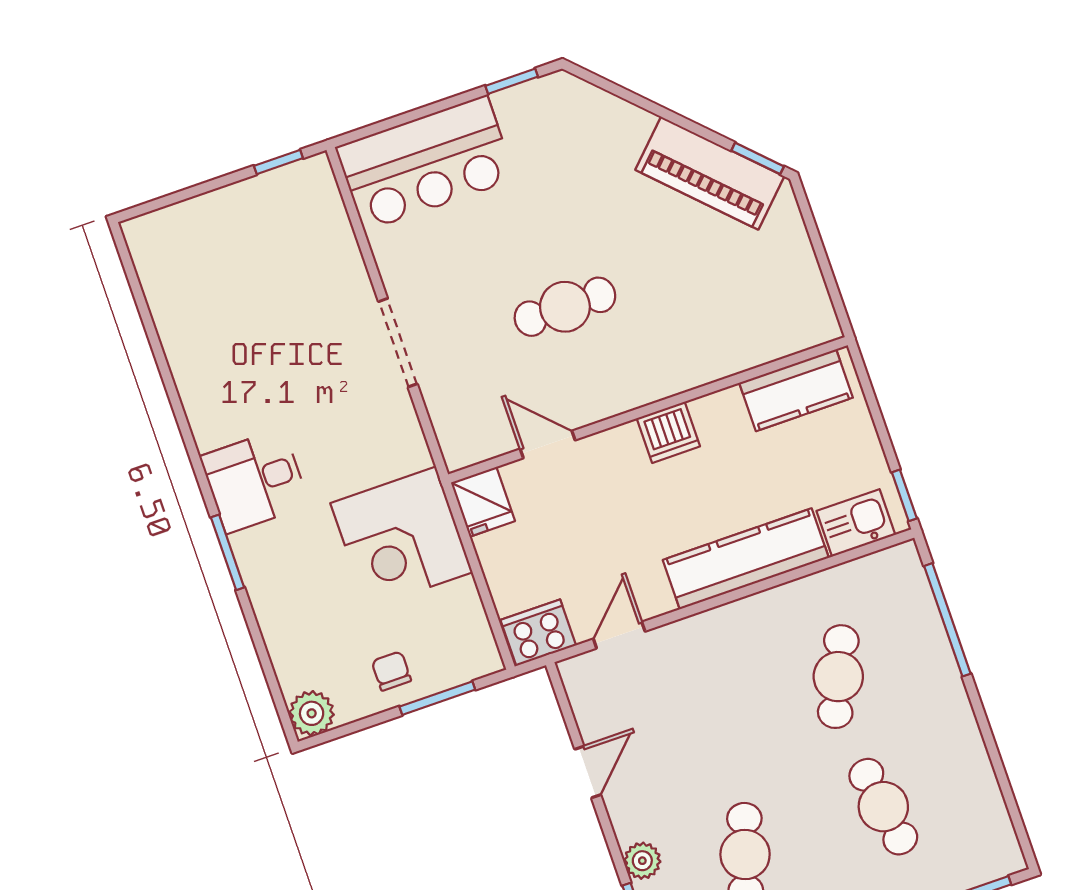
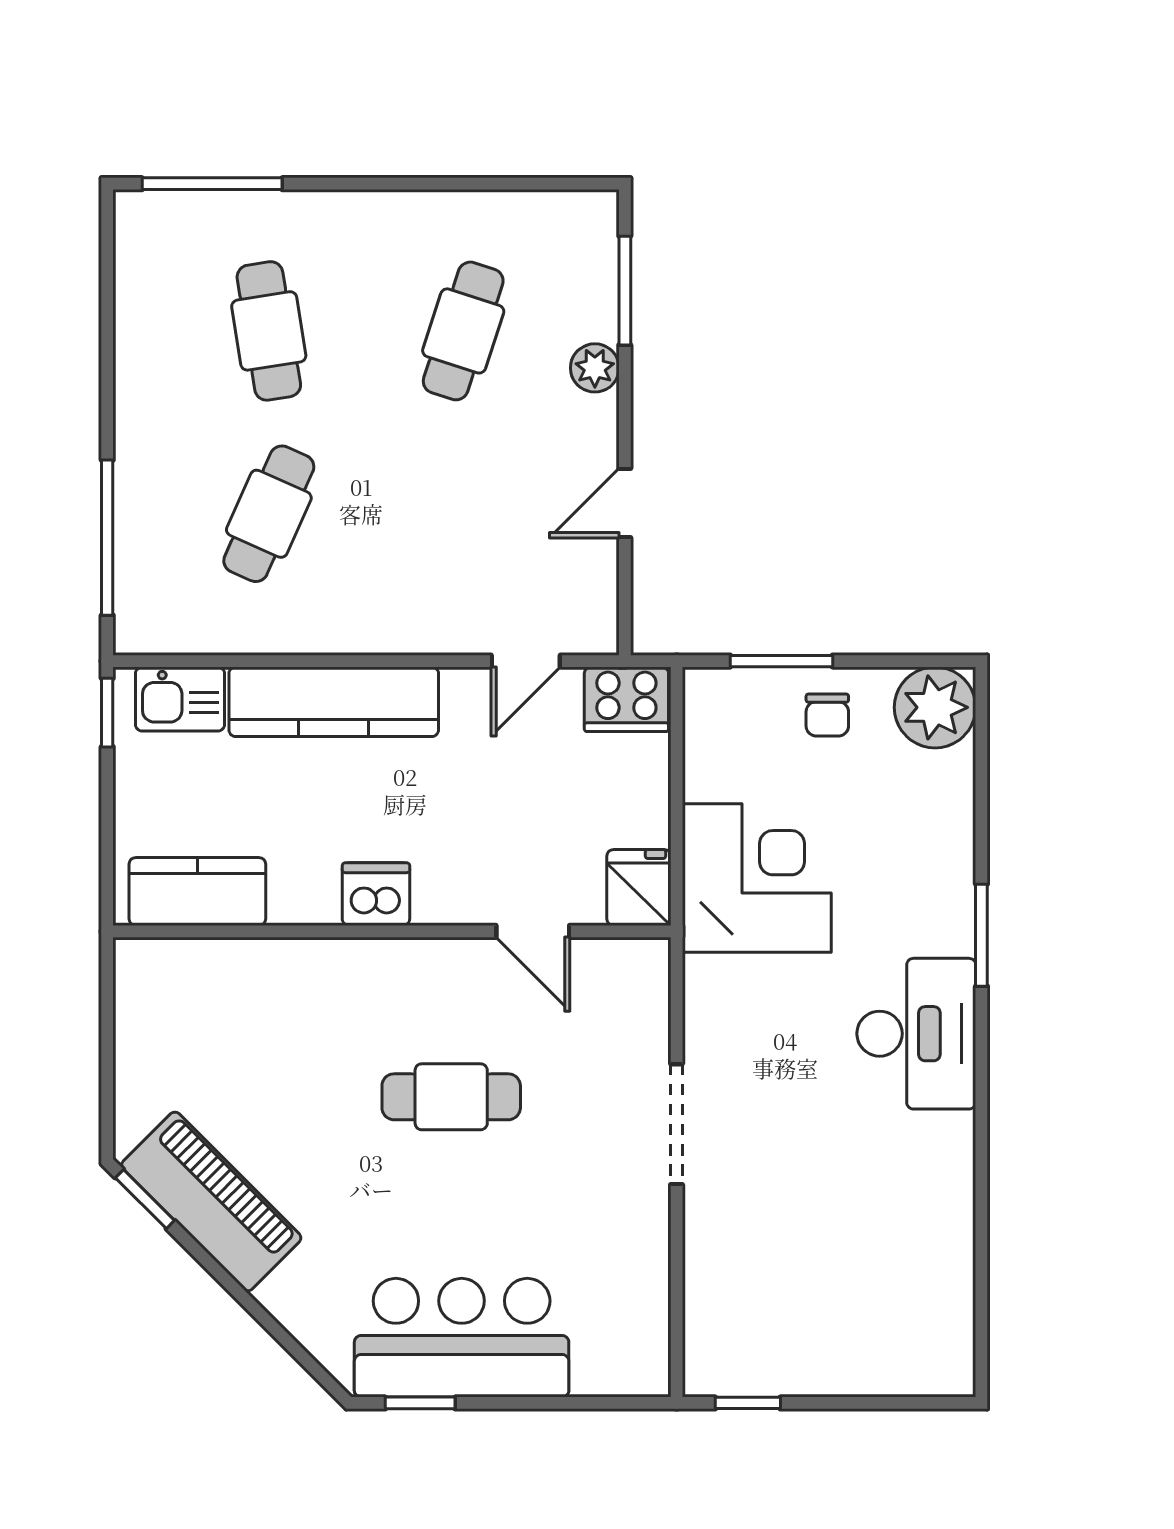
bar counter: (425, 163) -> (462, 1338), moved
desk: (255, 481) -> (916, 1034), width x1.37
plant: (312, 713) -> (935, 707), width x1.36, depth x1.36

